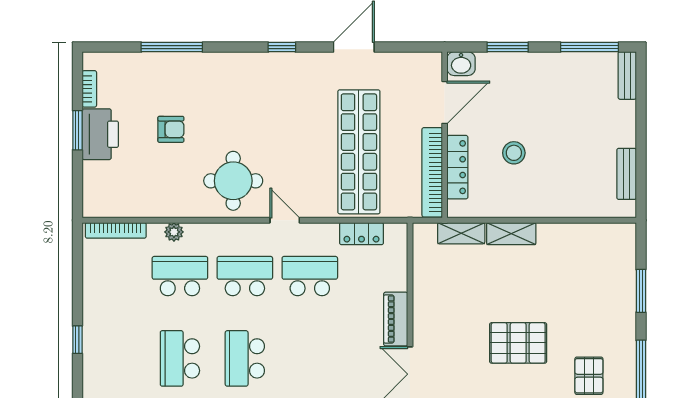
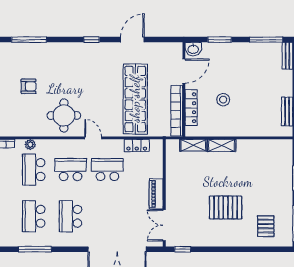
school desk: (180, 276) -> (34, 170), turned -90

